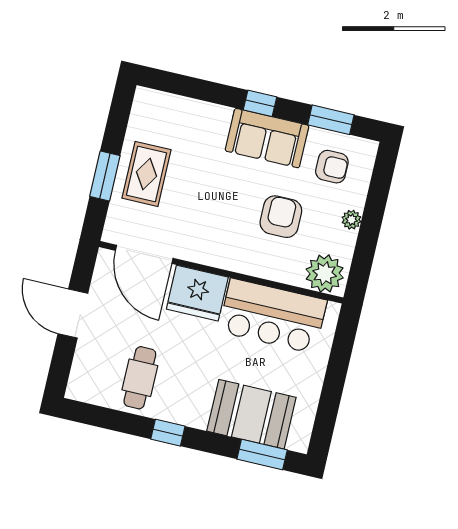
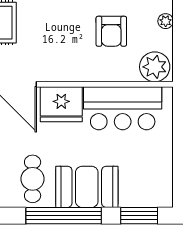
armchair: (281, 217) -> (111, 31), turned 180
booth: (251, 414) -> (87, 187), moved
window: (168, 433) -> (64, 216), width x3.17

